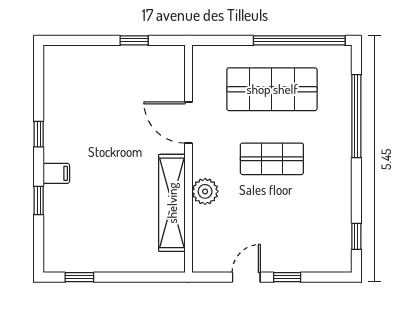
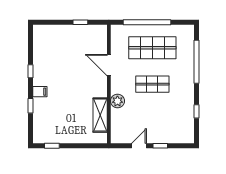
window: (299, 40) -> (147, 22), moved
shelving: (172, 203) -> (100, 115), width x0.68
window: (356, 236) -> (196, 111), moved

